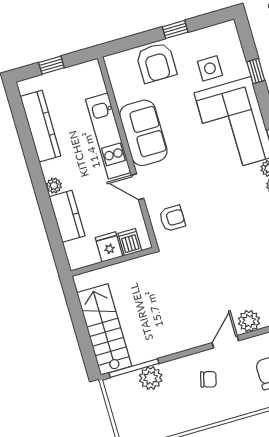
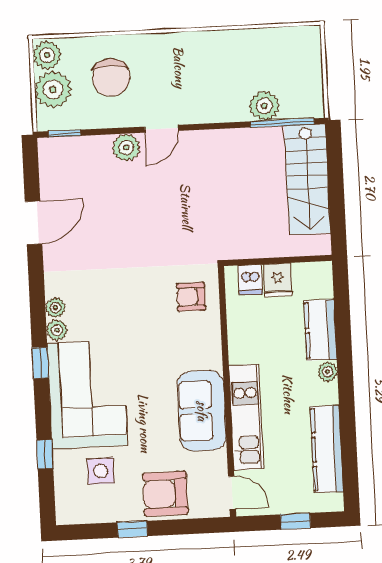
armchair: (156, 63) -> (165, 494), turned -90
door: (137, 187) -> (232, 493), moved
chair: (208, 379) -> (193, 87), removed

